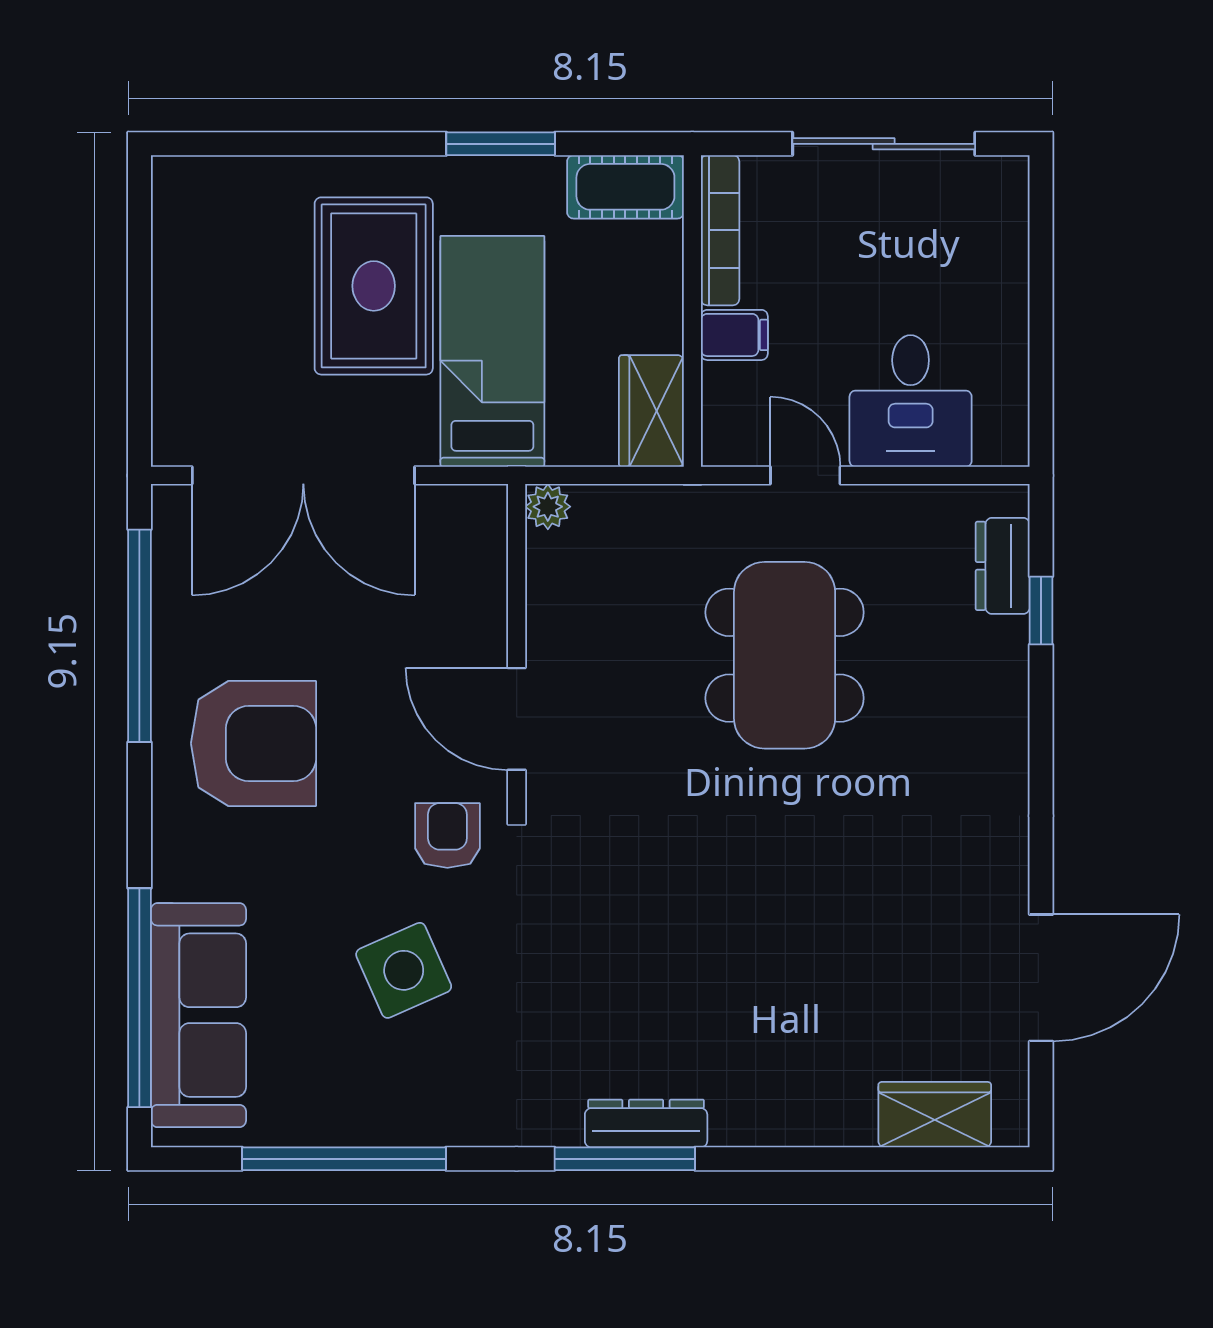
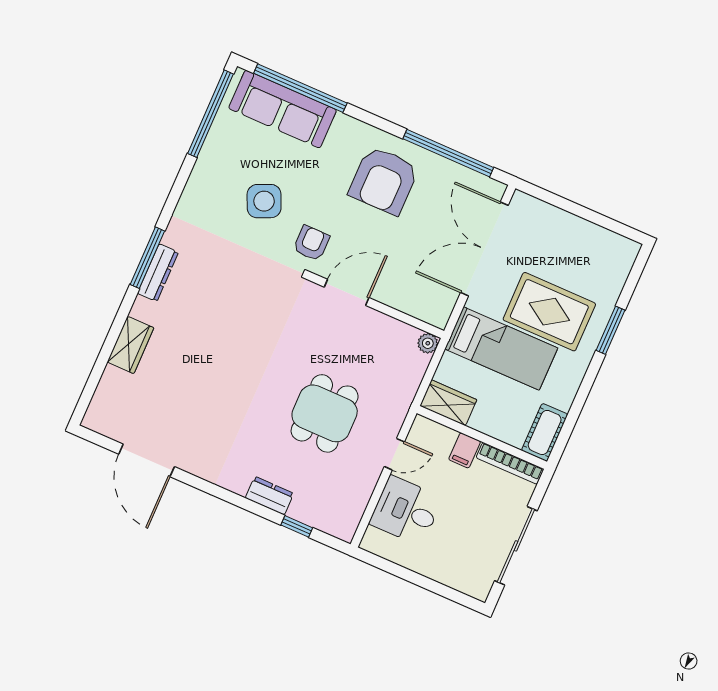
window: (501, 144) -> (611, 330), moved
dresser: (1003, 566) -> (269, 496), moved
dining table: (785, 655) -> (325, 413), width x0.73
armchair: (447, 835) -> (311, 243), turned -90
wardrobe: (935, 1115) -> (131, 345), moved
window: (344, 1159) -> (211, 114), moved

